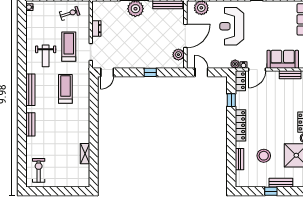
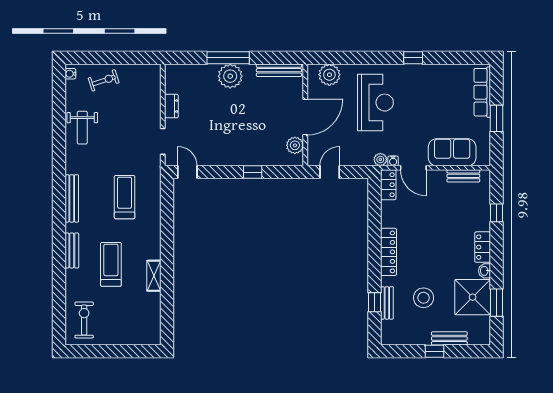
exercise bike: (70, 13) -> (104, 80), moved
reception desk: (232, 26) -> (375, 103), turned 180
treadmill: (69, 47) -> (111, 264), moved
weight bench: (46, 56) -> (82, 128), moved
door: (257, 70) -> (413, 168), hinge flipped
door: (107, 72) -> (187, 172), swing flipped
door: (201, 72) -> (330, 172), hinge flipped
window: (231, 100) -> (375, 302), moved
shelving: (85, 154) -> (154, 276), moved

